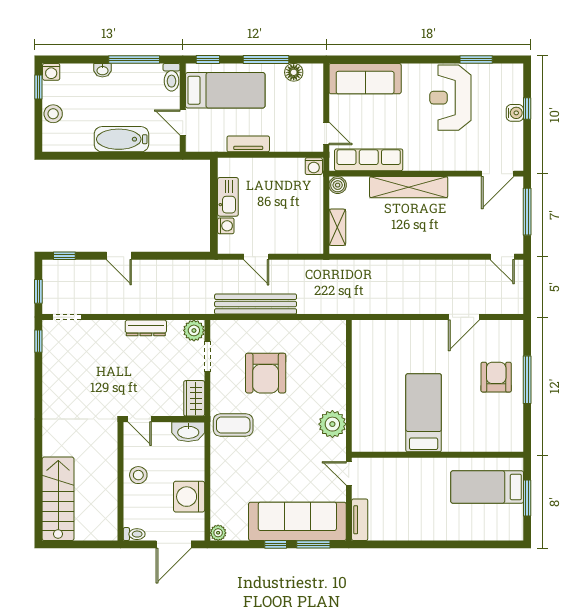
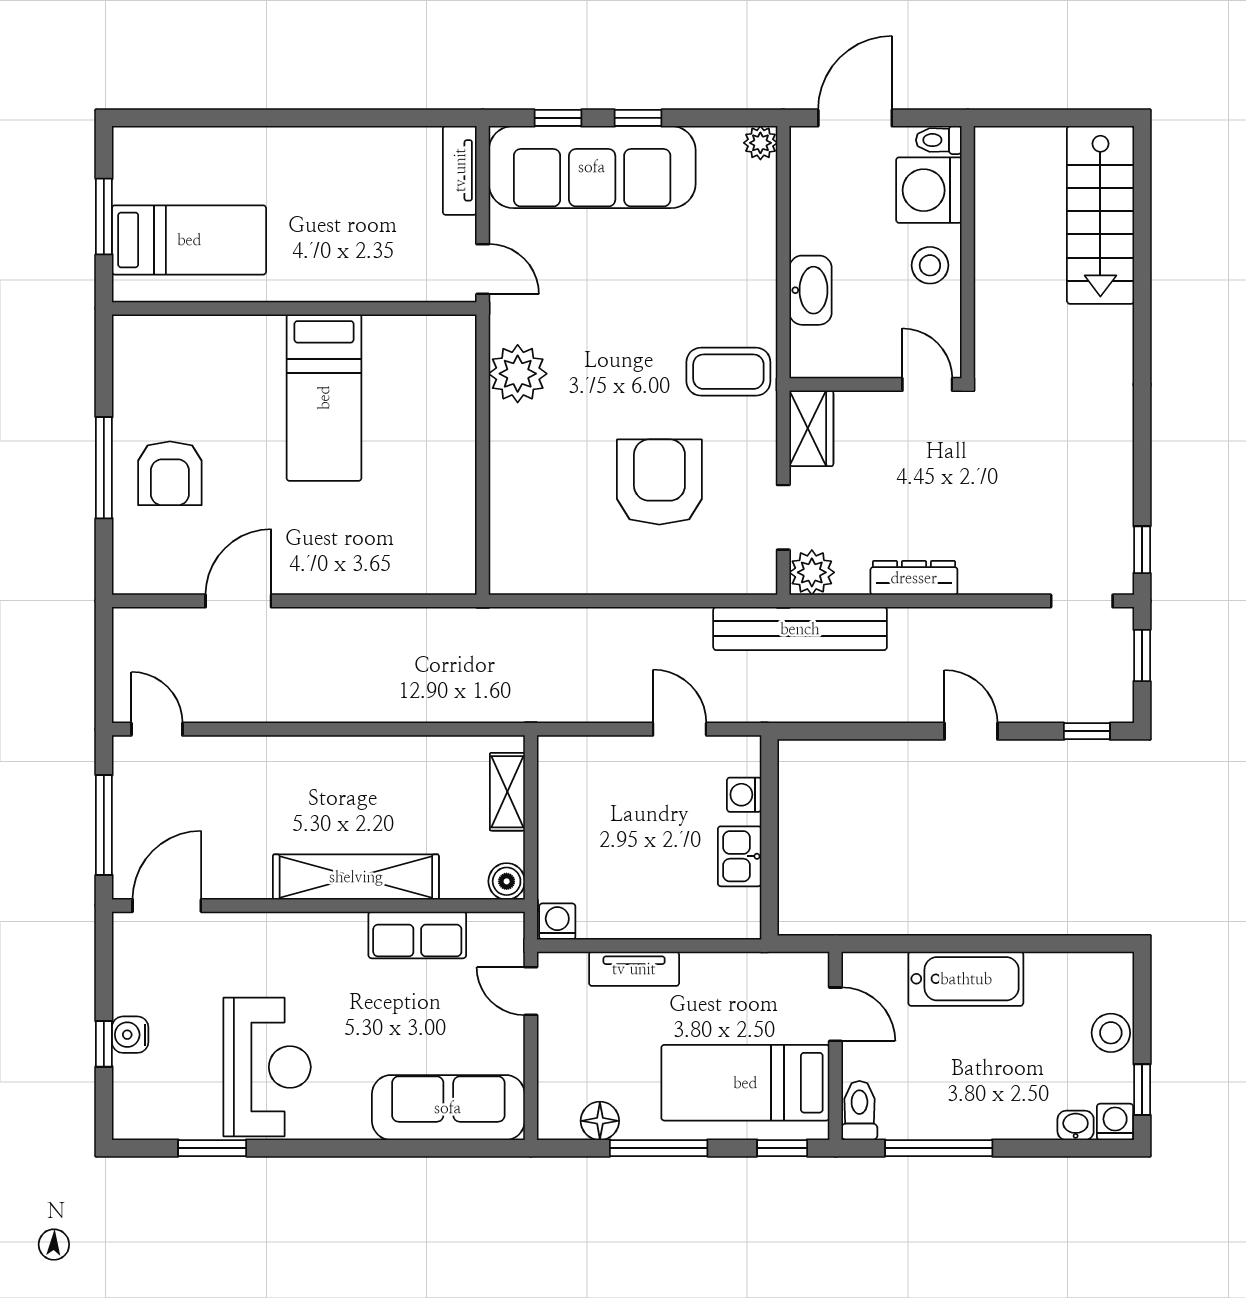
washbasin: (102, 70) -> (1076, 1125), moved
tv unit: (248, 144) -> (634, 969), moved
row of seats: (369, 160) -> (417, 935), width x0.68
kitchen sink: (228, 197) -> (740, 856), width x0.73
bench: (256, 304) -> (800, 629), moved
washbasin: (188, 432) -> (811, 290), moved, turned 90
washing machine: (189, 497) -> (929, 190), moved, turned 180
window: (313, 544) -> (558, 118), width x0.67

